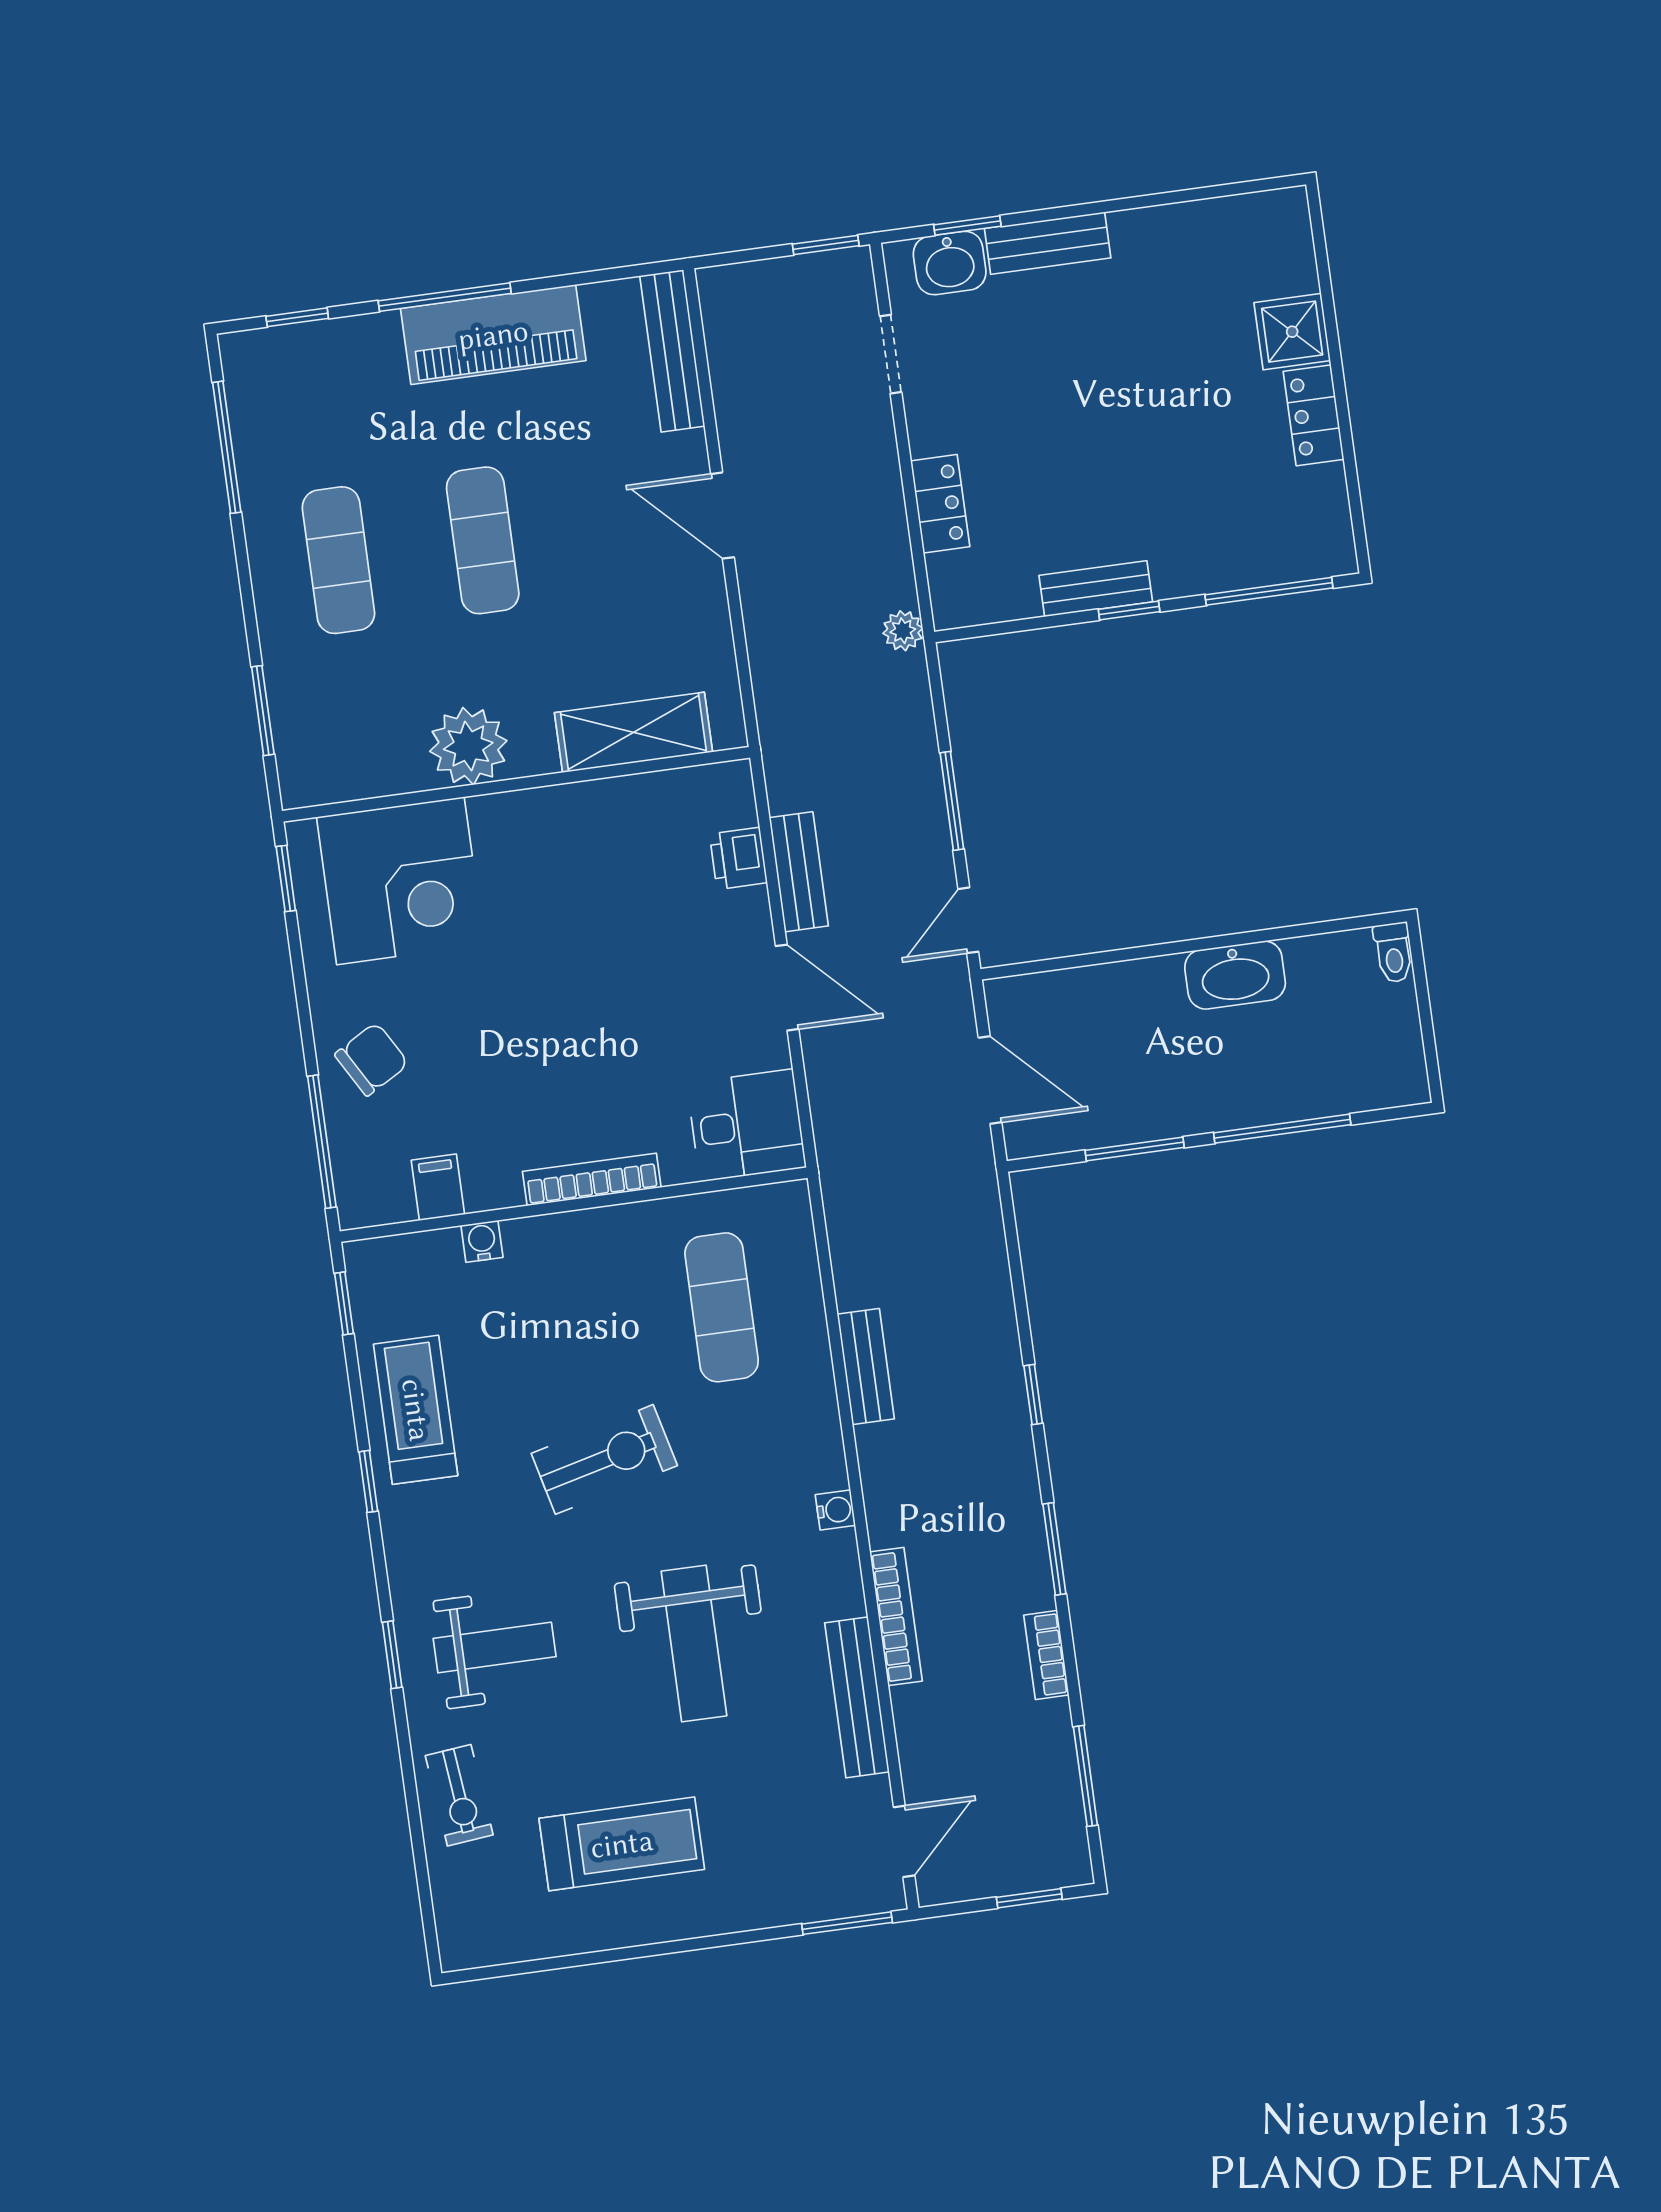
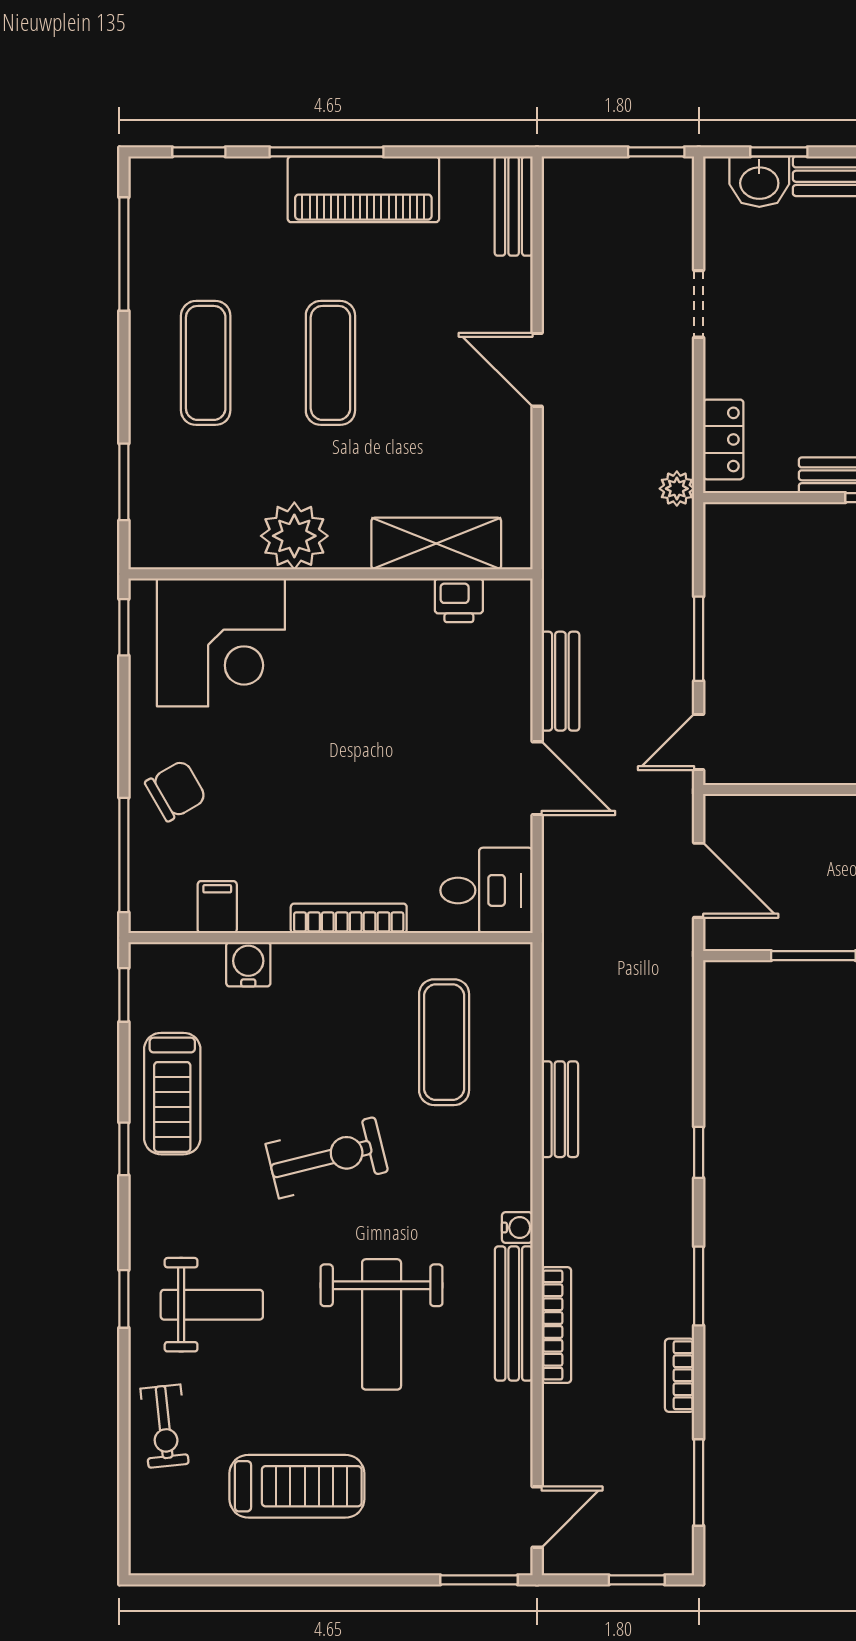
bench: (672, 351) -> (514, 206), width x0.73
doorway: (891, 354) -> (699, 304), moved
locker: (940, 504) -> (723, 439), moved
printer: (738, 858) -> (459, 600), moved, turned -90
water cooler: (482, 1241) -> (248, 964), width x1.38, depth x1.38
treadmill: (416, 1410) -> (172, 1094), turned 180
bench: (857, 1697) -> (514, 1314), moved

